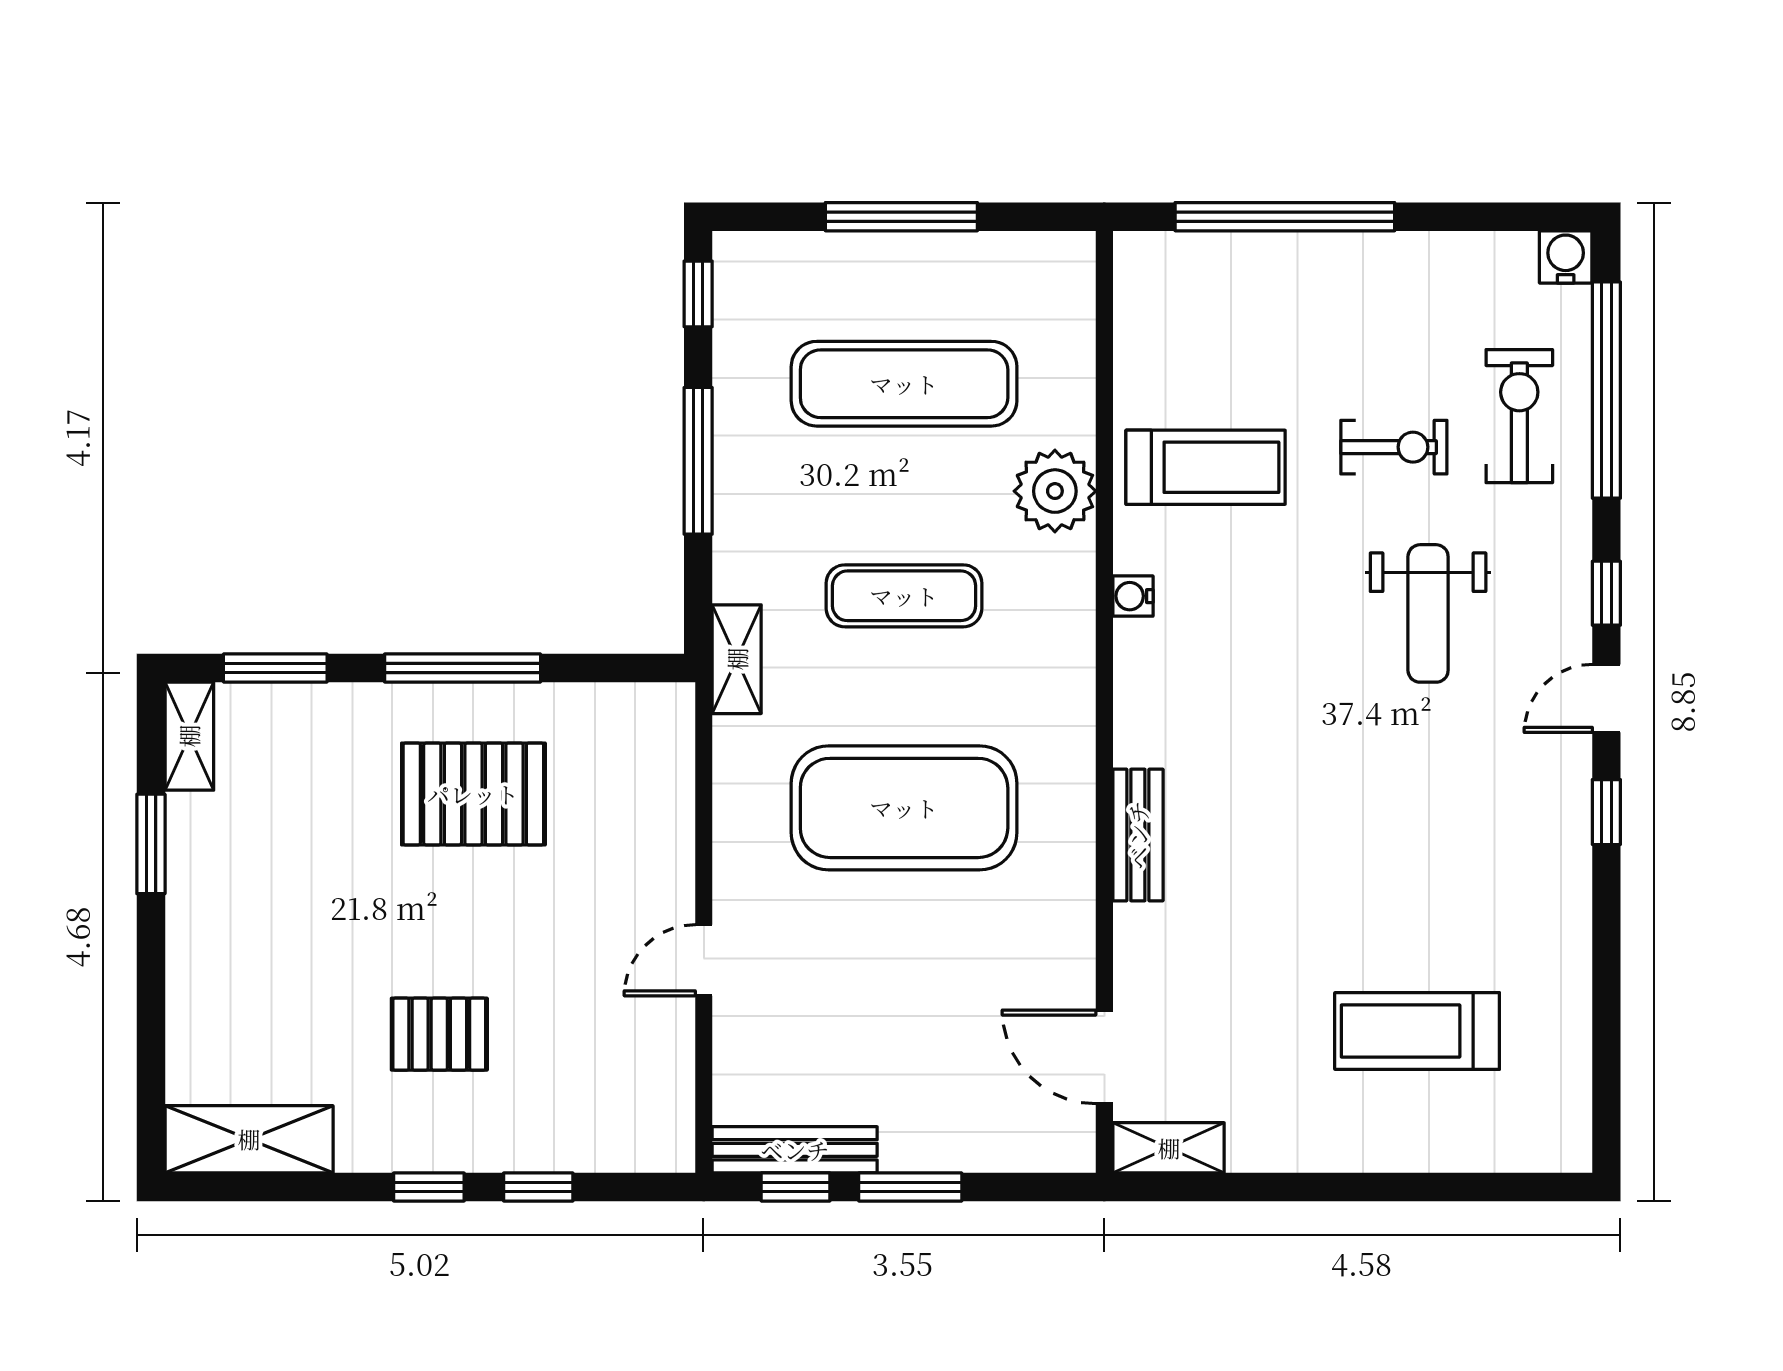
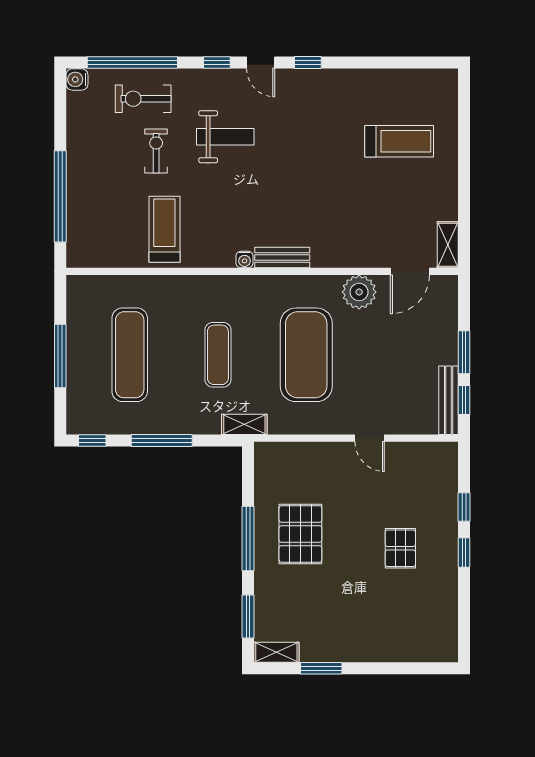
plant: (1055, 491) -> (359, 292), moved
water cooler: (1133, 596) -> (245, 260), moved
bench: (1138, 835) -> (282, 257), moved
treadmill: (1417, 1031) -> (399, 141), turned -90
shelving: (249, 1139) -> (444, 627), removed

